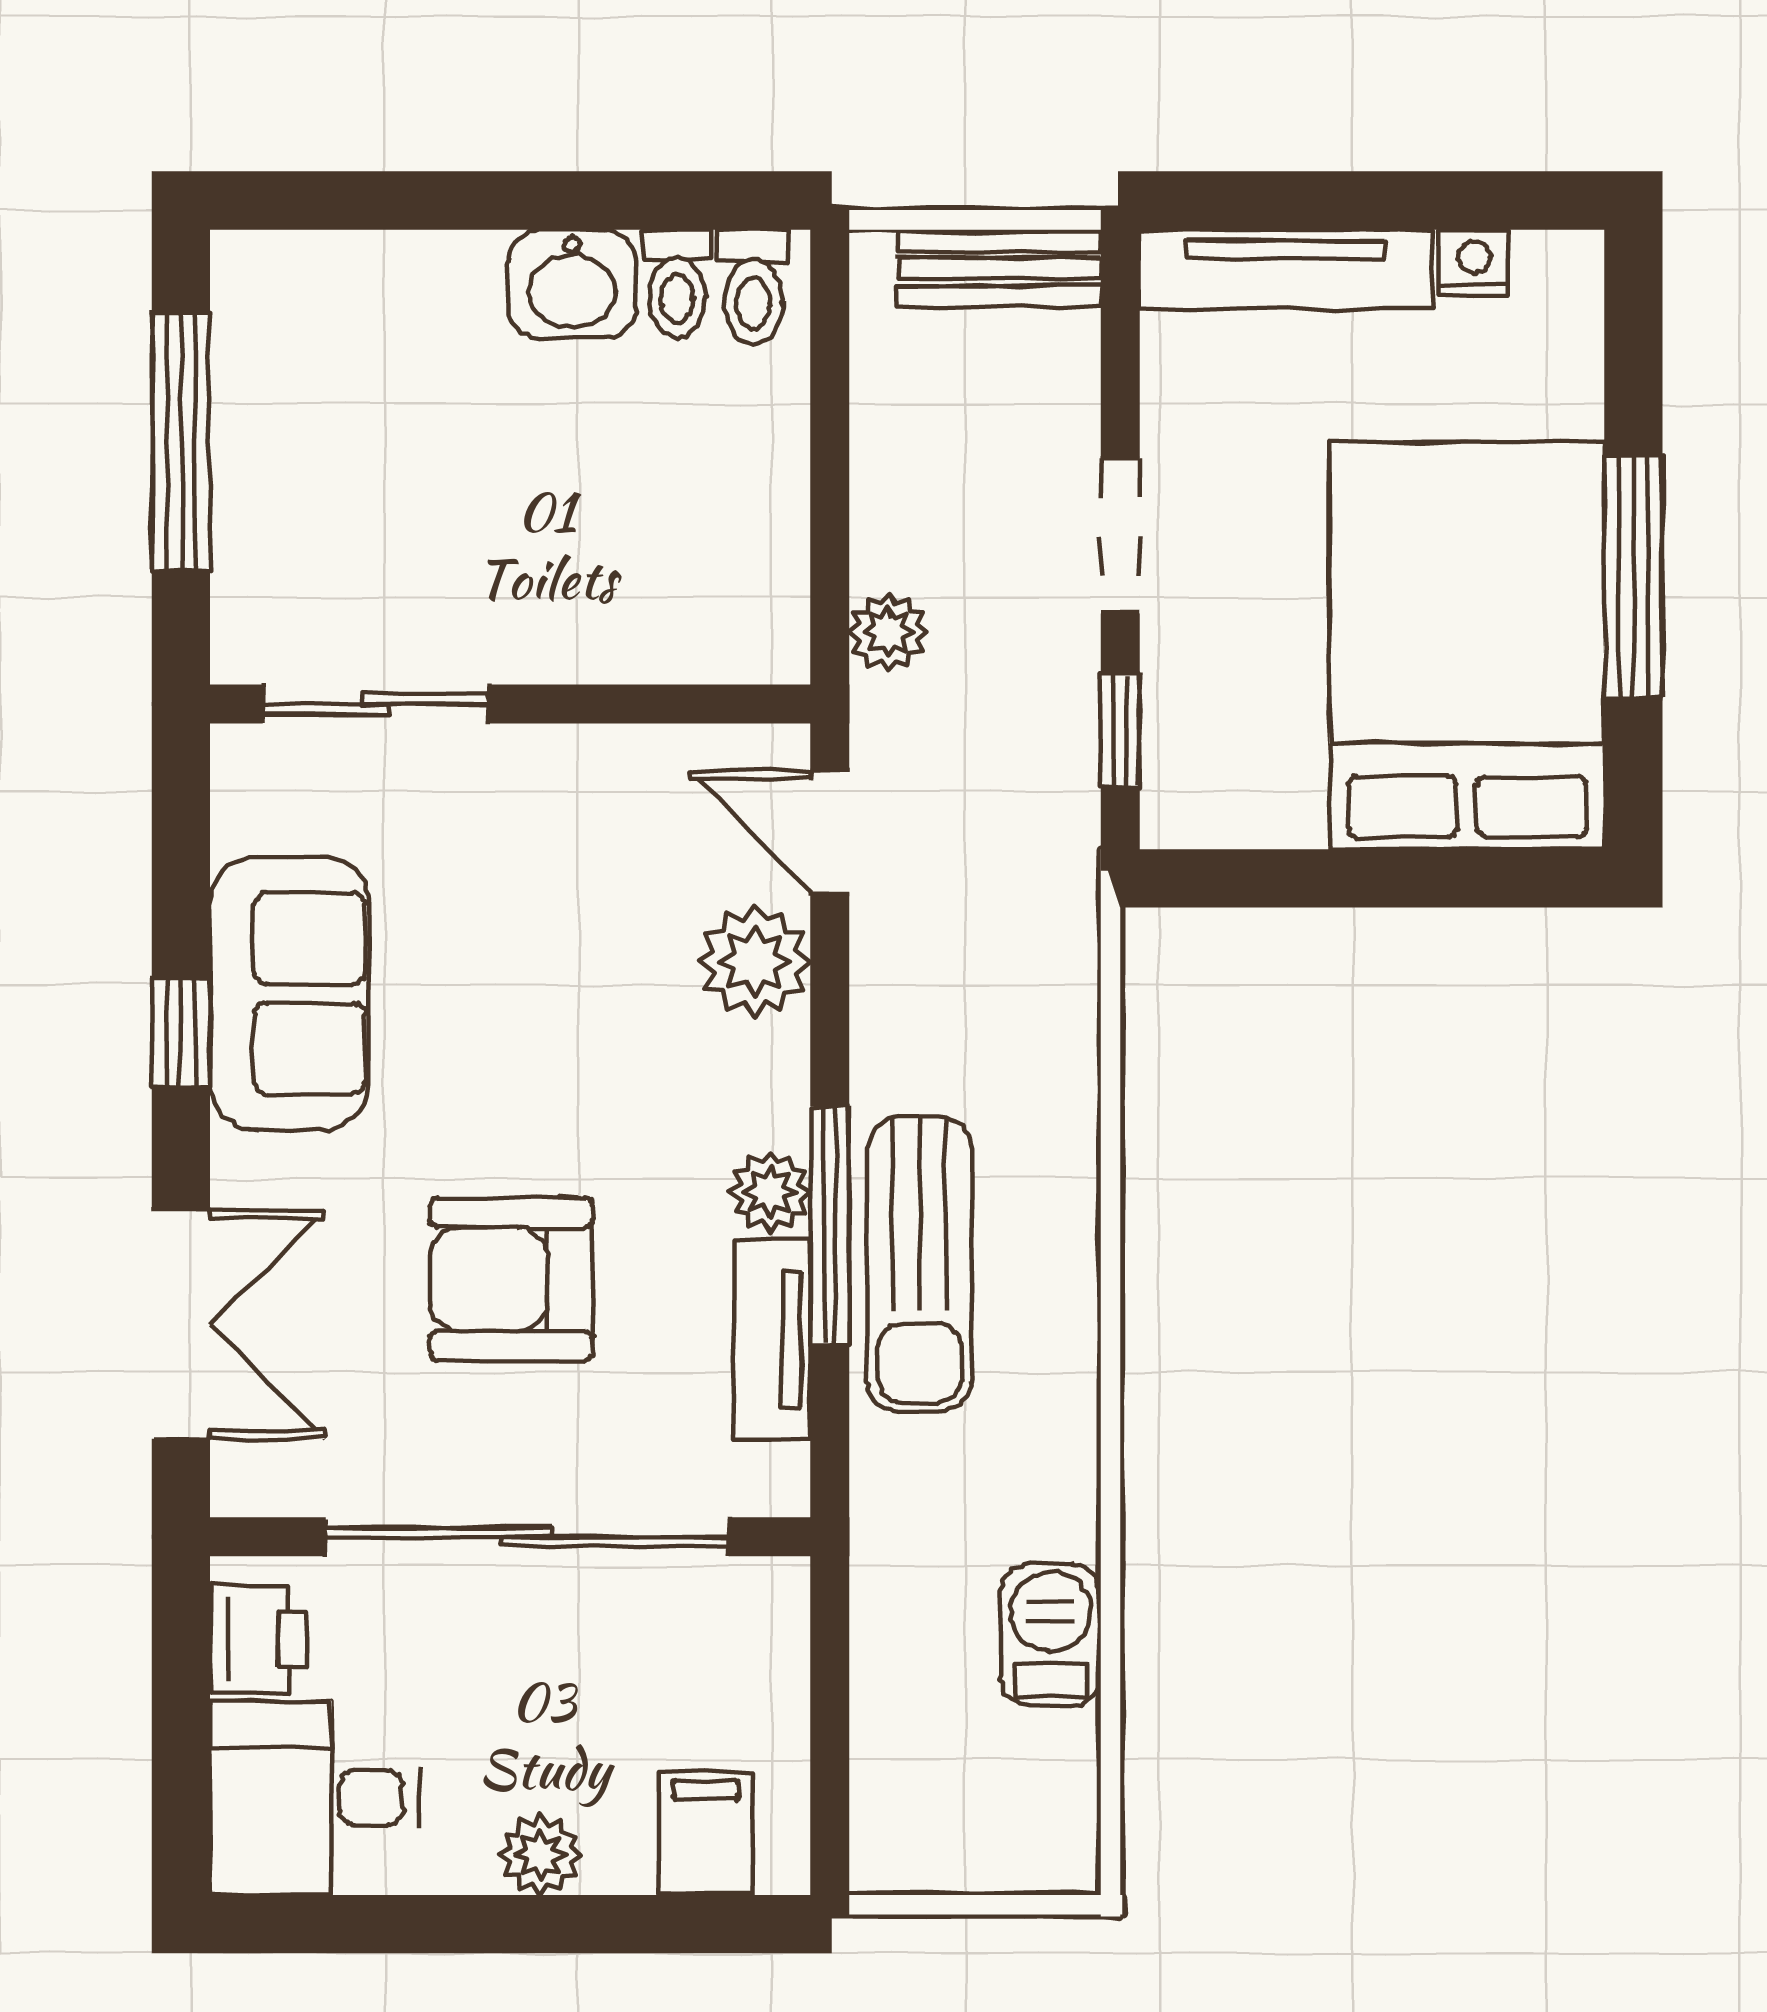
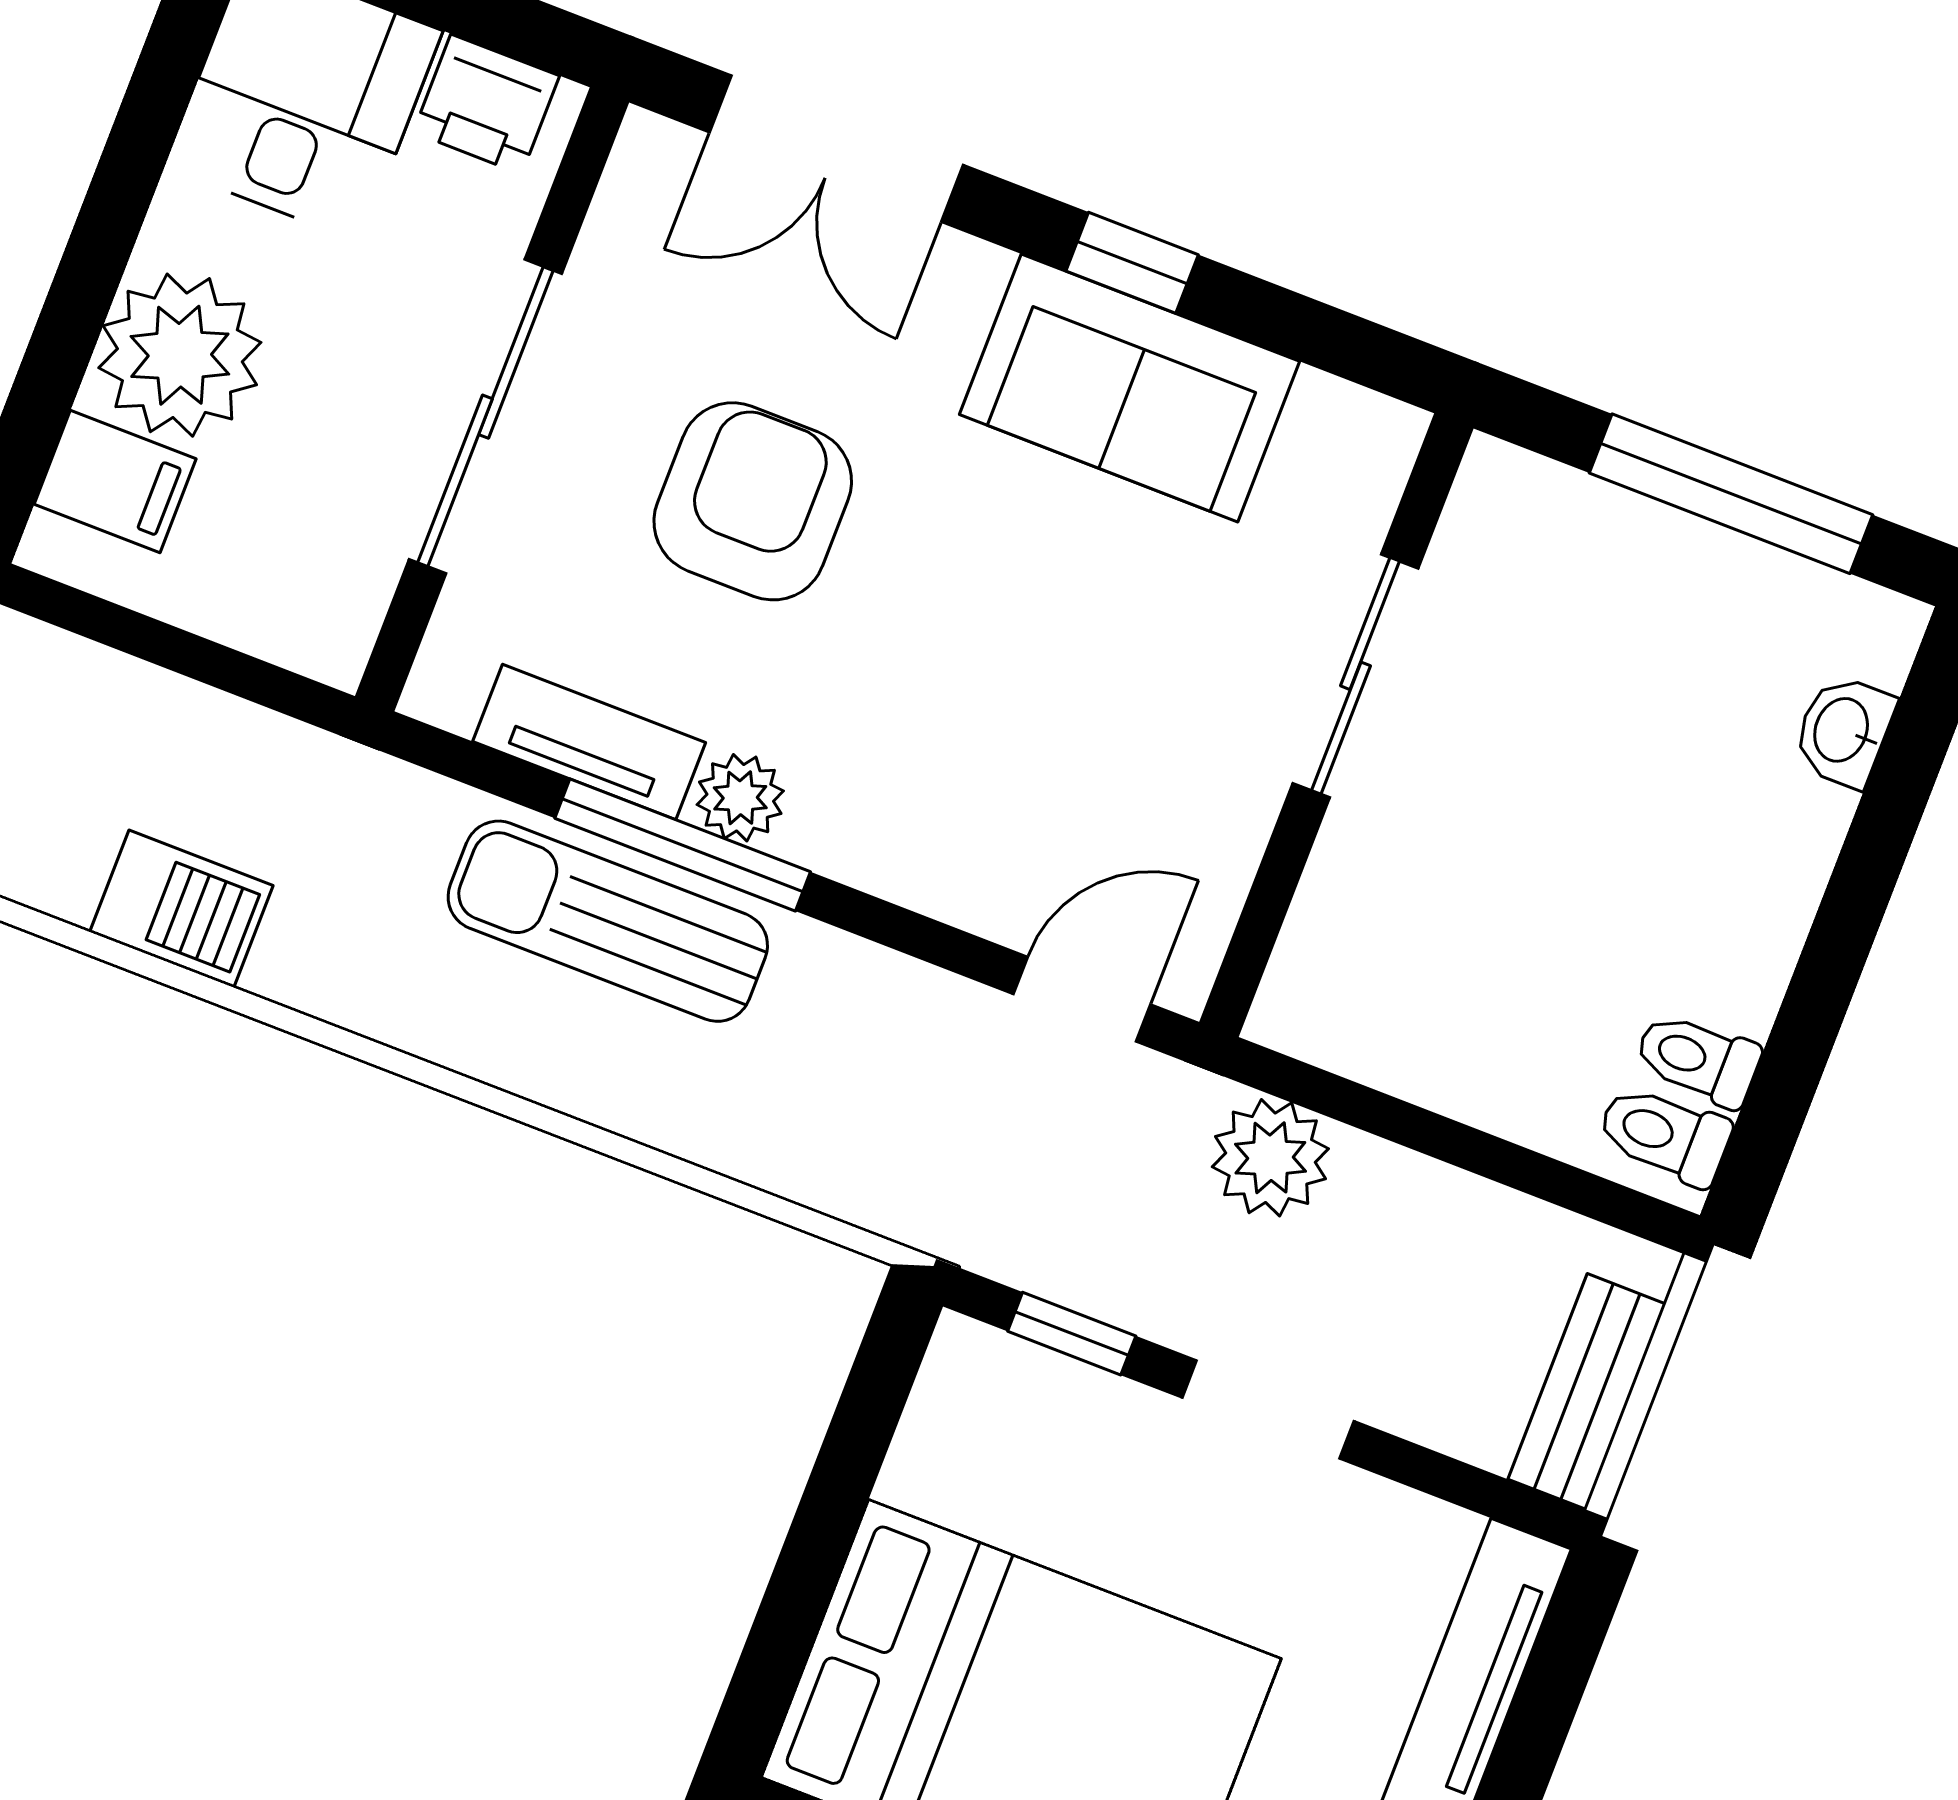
washbasin: (572, 284) -> (1843, 731), moved, width x0.72, depth x0.69
plant: (889, 632) -> (1270, 1158), width x1.38, depth x1.38
sliding door: (376, 704) -> (1356, 676), moved
plant: (755, 962) -> (980, 872), removed
sliding door: (527, 1537) -> (485, 417), width x0.73
plant: (540, 1855) -> (180, 355), width x1.87, depth x1.87

